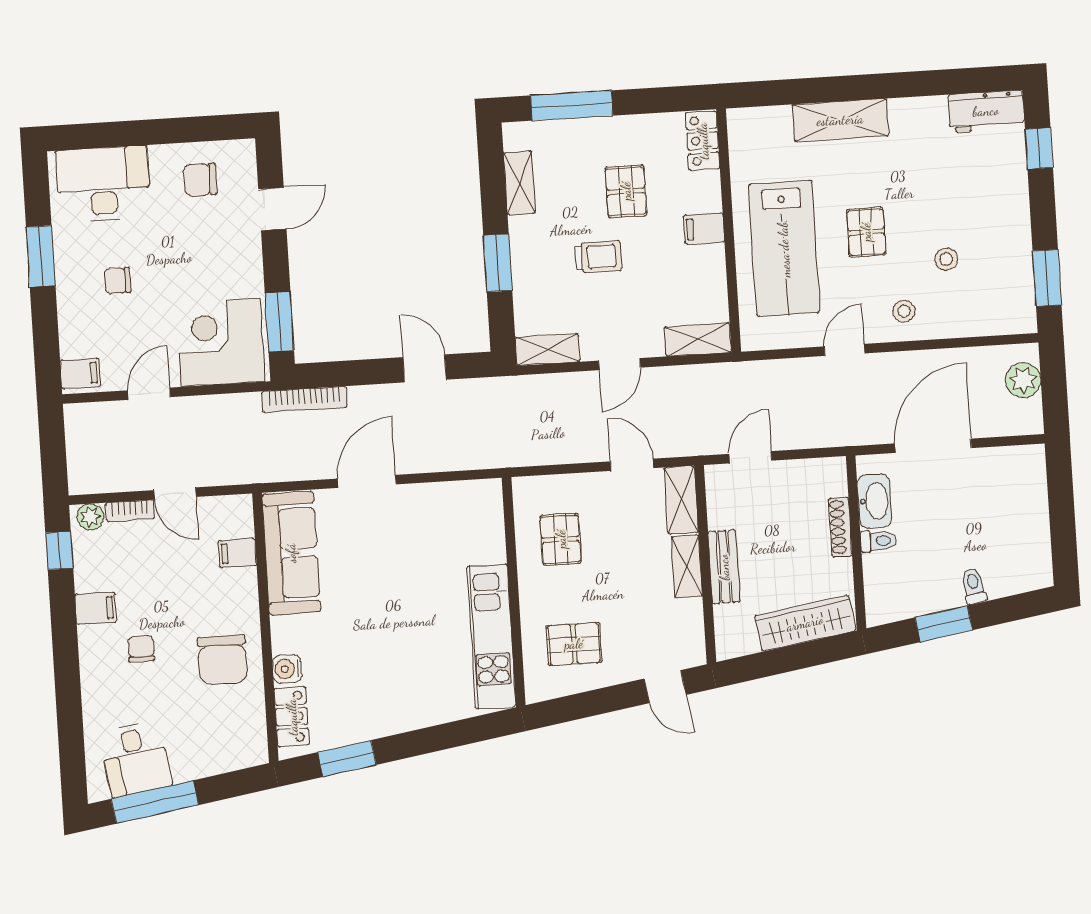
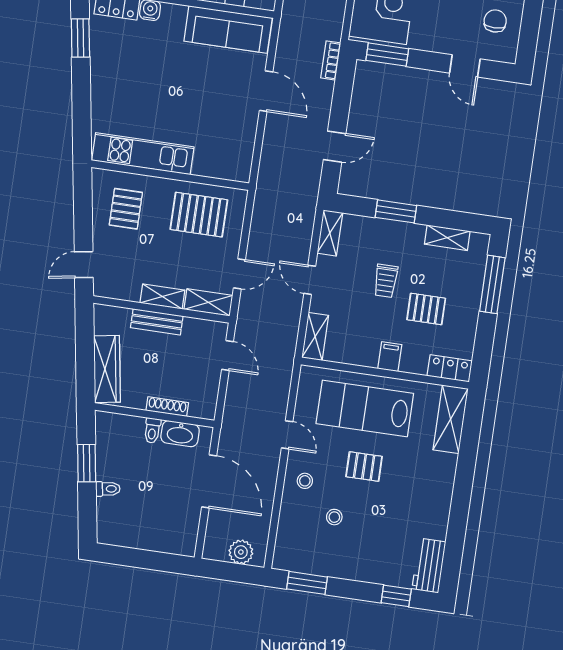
shelving: (840, 120) -> (451, 419), moved
bookcase: (304, 399) -> (331, 60), width x0.64
pallet: (561, 539) -> (199, 215), width x1.50, depth x1.42

